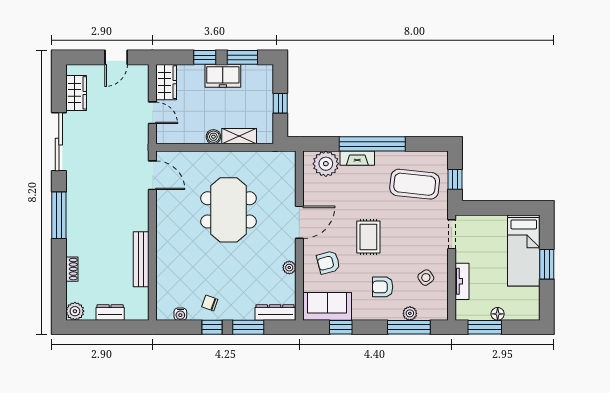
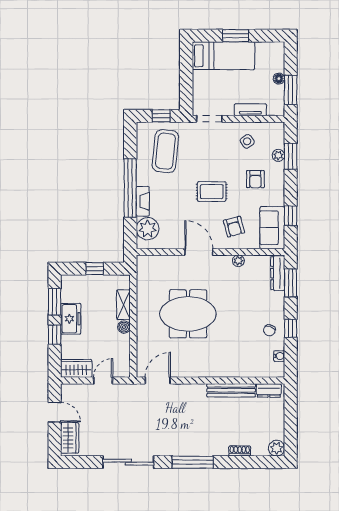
wardrobe: (76, 93) -> (70, 438), moved, turned 90
dresser: (110, 312) -> (269, 390), moved, turned -90
window: (248, 327) -> (291, 283), moved
window: (409, 327) -> (291, 156), width x0.69

